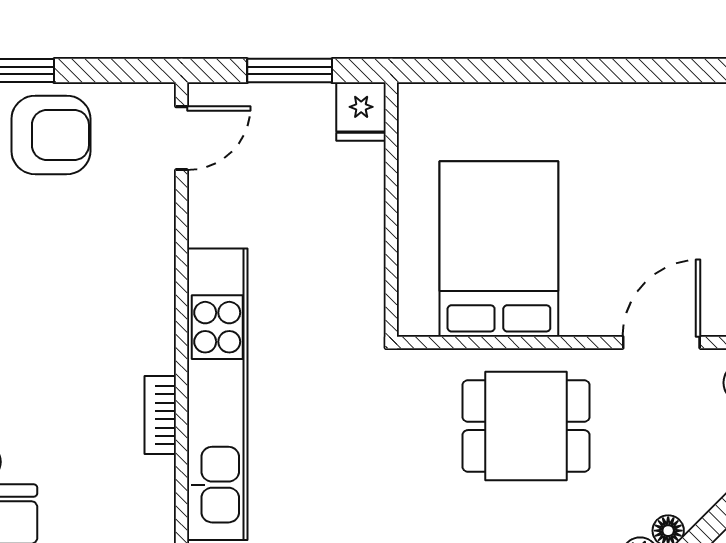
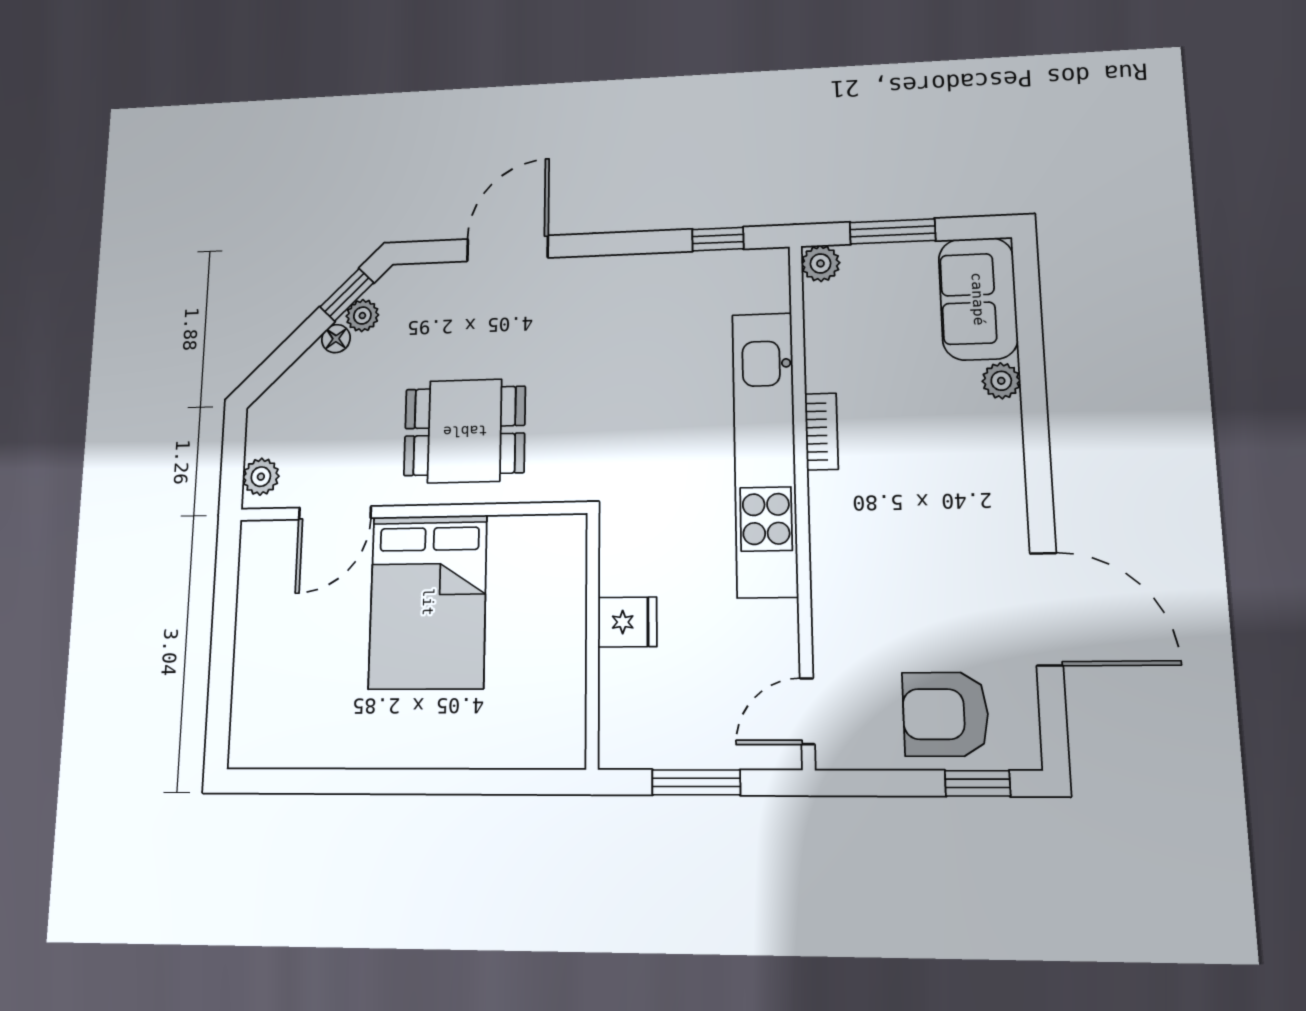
fridge: (361, 112) -> (627, 622), moved, turned 90
bed: (499, 249) -> (428, 602), moved

